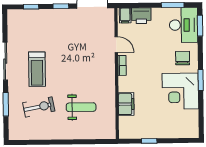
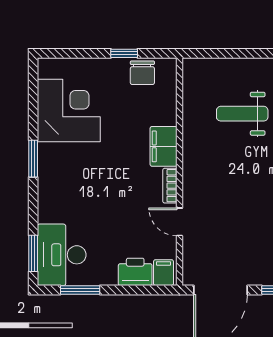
chair: (183, 58) -> (142, 73), moved
corner desk: (180, 91) -> (69, 110), moved
filing cabinet: (126, 104) -> (164, 146), moved

